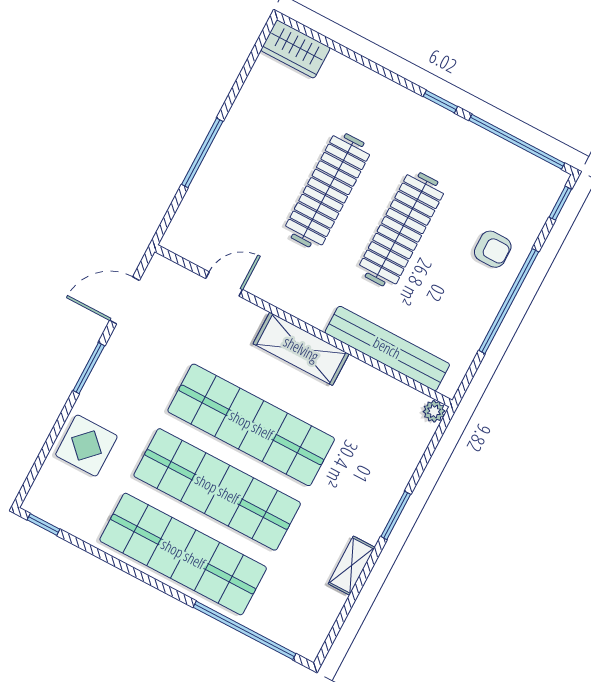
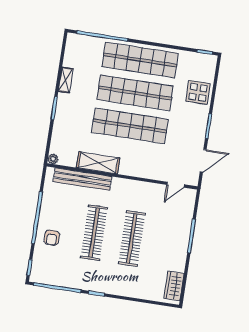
wardrobe: (295, 49) -> (174, 286), moved, turned -90
armchair: (493, 249) -> (52, 238), turned -90
door: (224, 284) -> (176, 185), moved
shelving: (301, 349) -> (98, 163), moved

